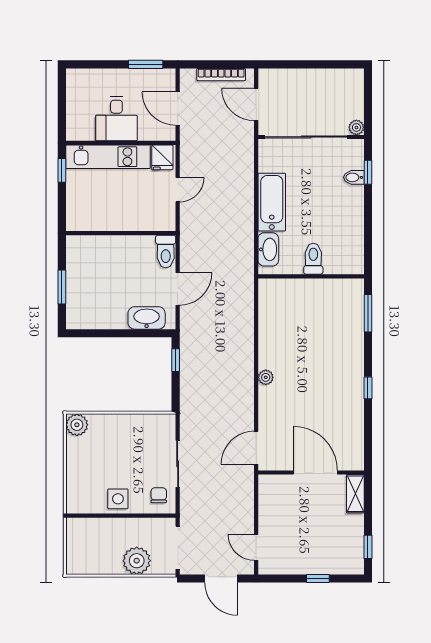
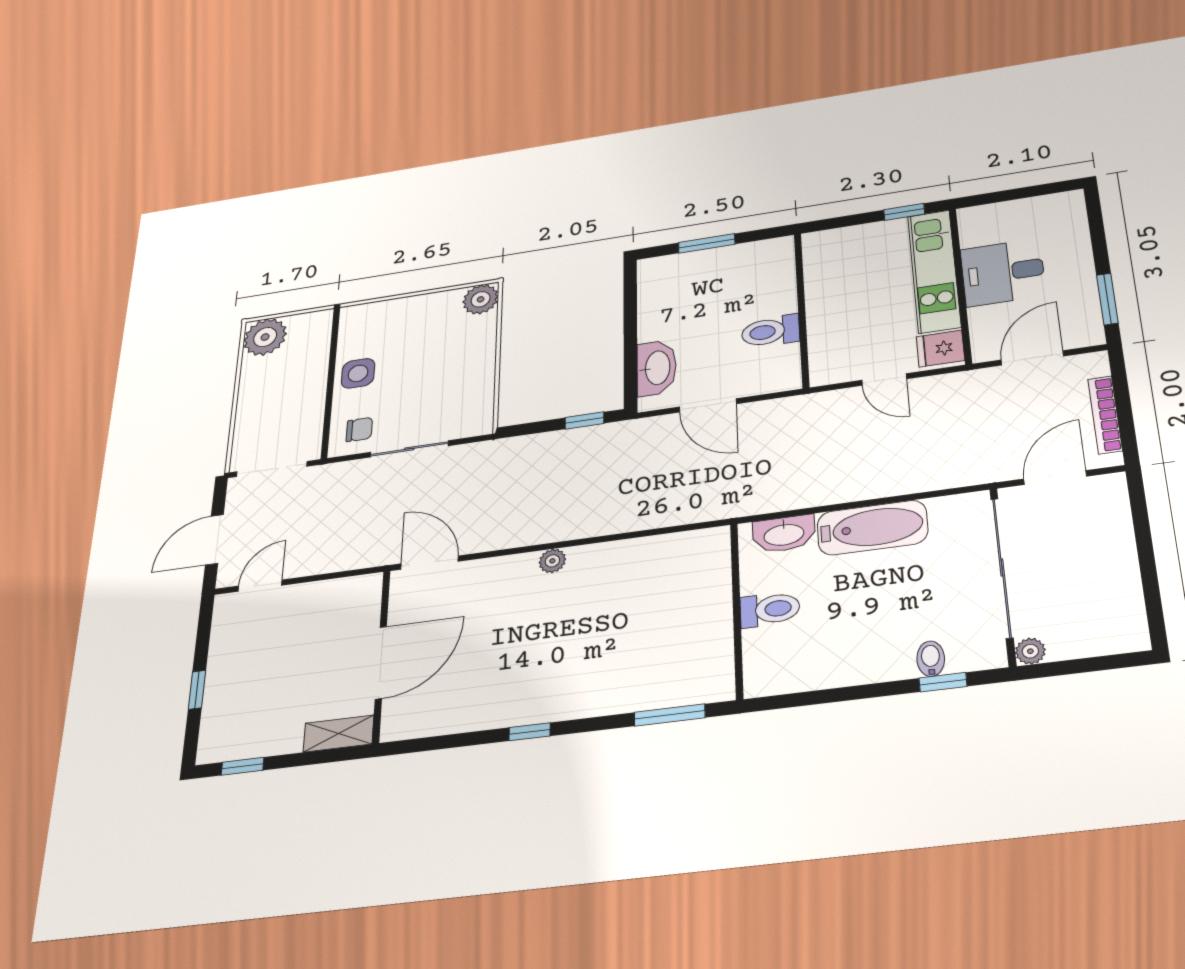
toilet: (166, 252) -> (771, 331), moved
plant: (137, 561) -> (265, 337), moved

